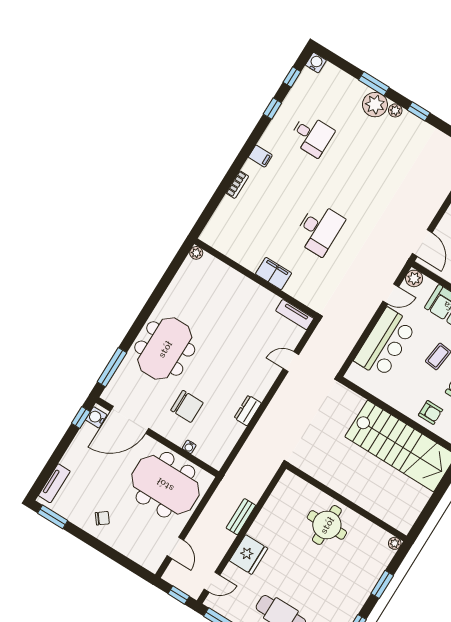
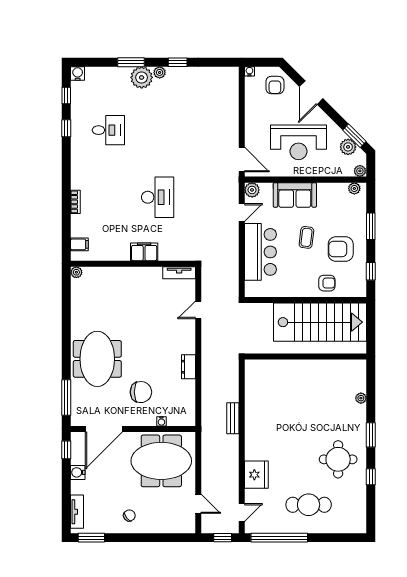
filing cabinet: (260, 156) -> (79, 244), moved
water cooler: (96, 417) -> (78, 472), moved
wall: (346, 502) -> (305, 356), moved
bench: (241, 517) -> (233, 418), moved
round table: (327, 525) -> (338, 459), moved

